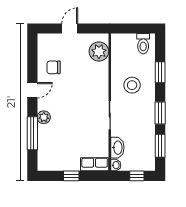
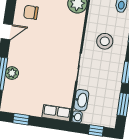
plant: (44, 117) -> (12, 73), moved
window: (71, 176) -> (21, 119), moved

